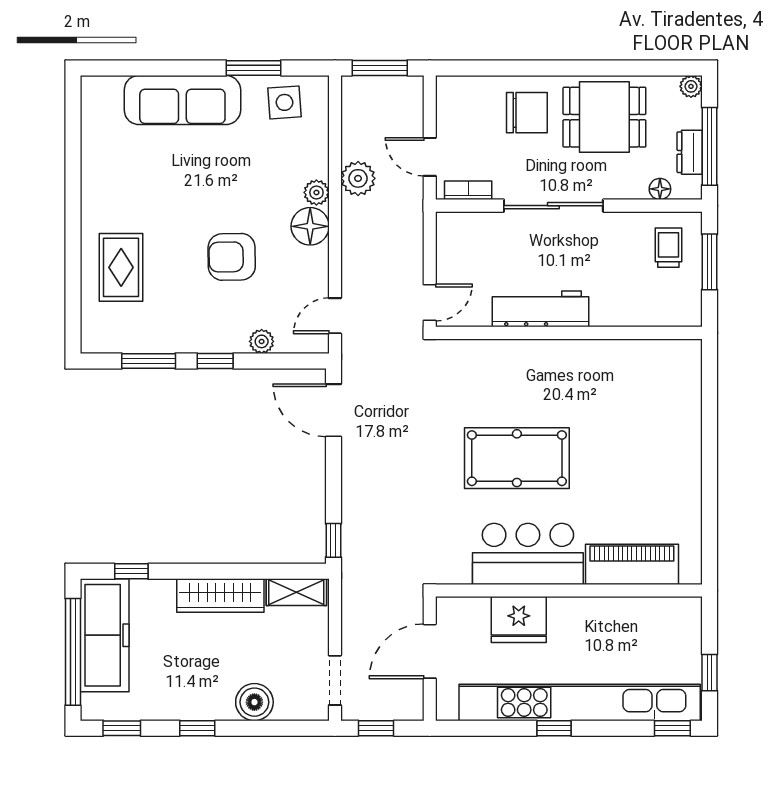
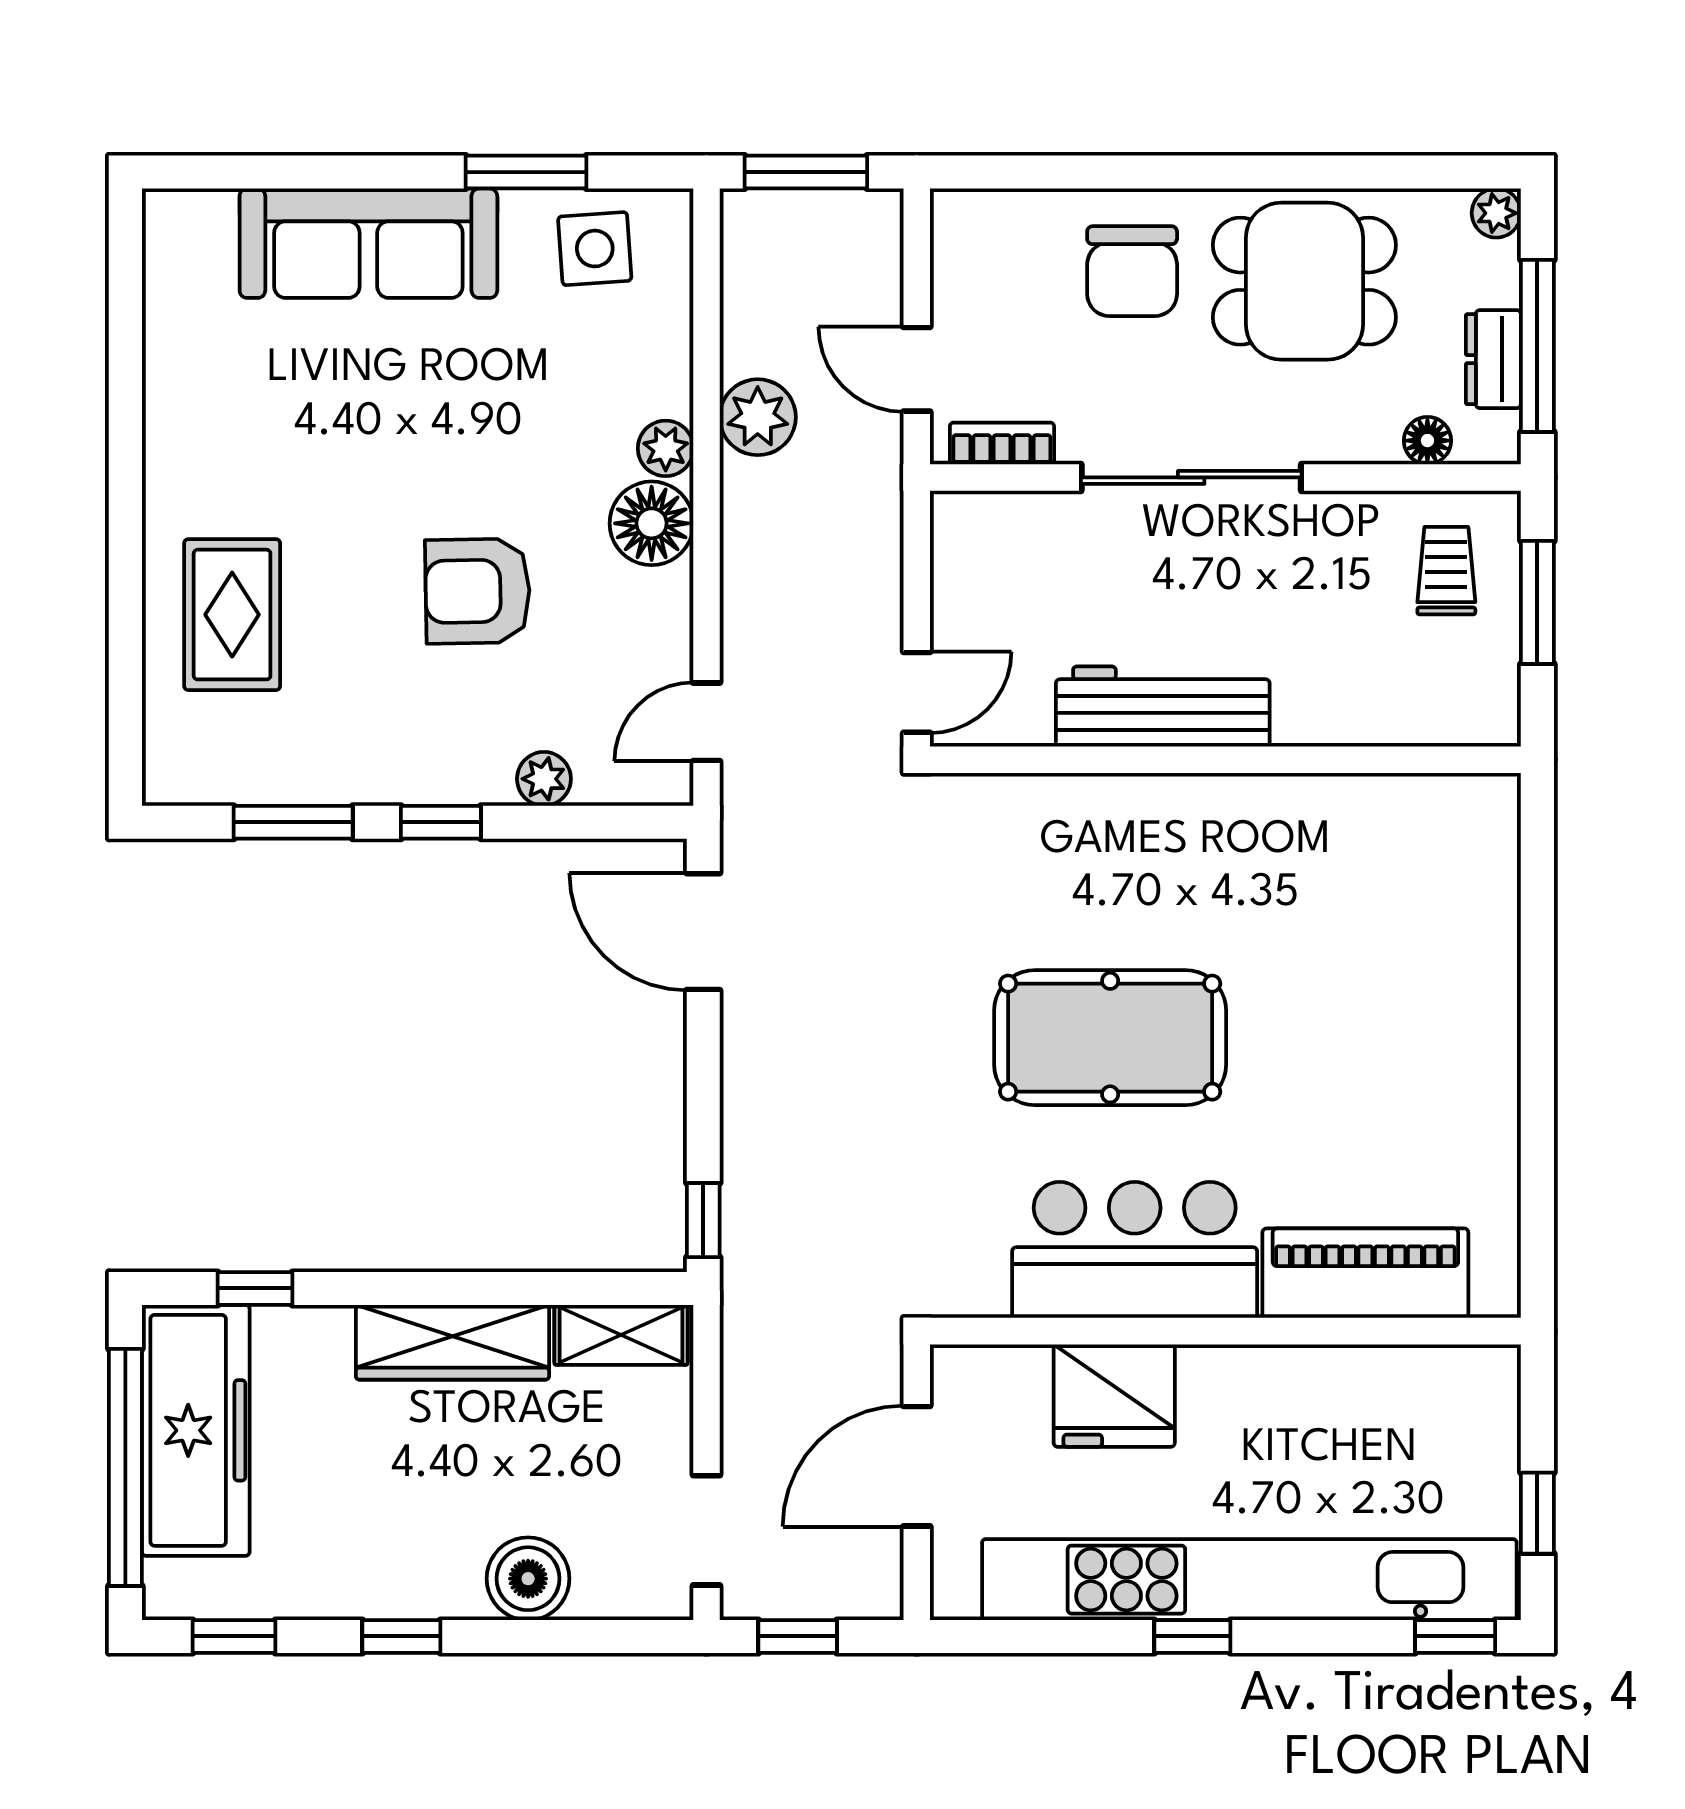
chair: (527, 113) -> (1132, 271), turned 90

